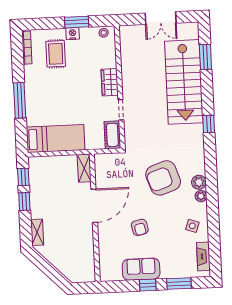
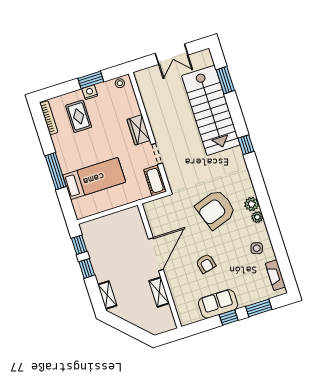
bed: (56, 139) -> (94, 179), moved
shelving: (84, 168) -> (159, 292), moved

